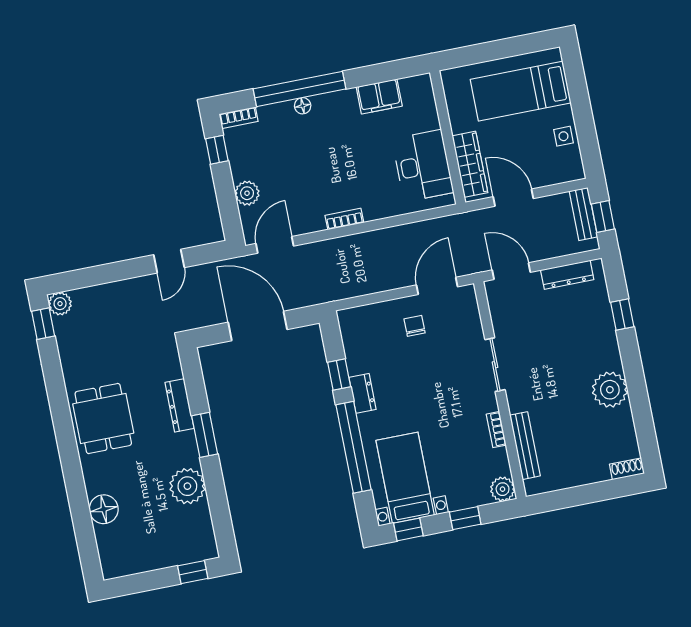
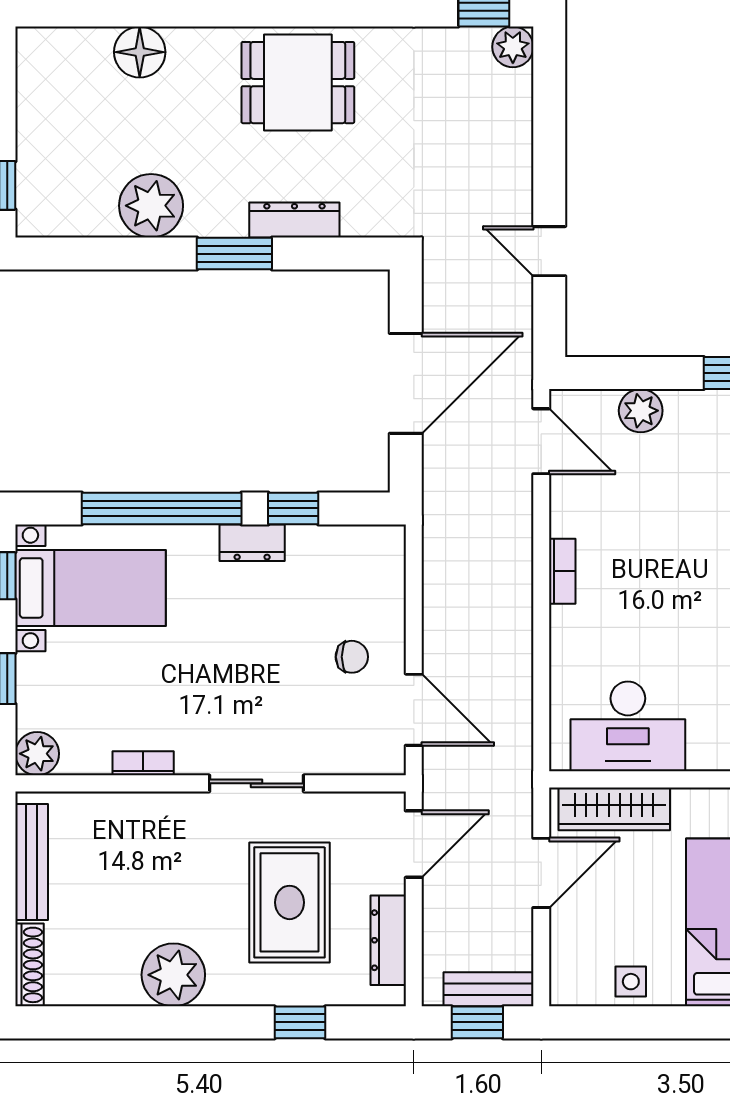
rug: (557, 333) -> (290, 902), added
bench: (525, 446) -> (32, 862), moved, turned 90
shoe rack: (627, 469) -> (30, 965), width x1.43

